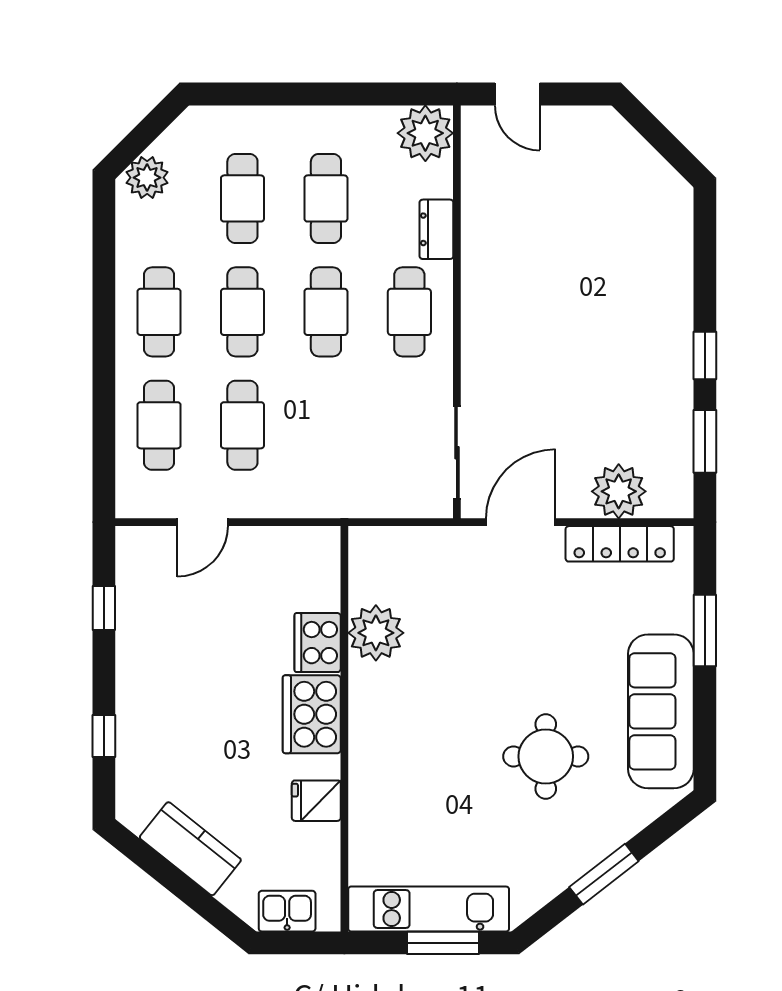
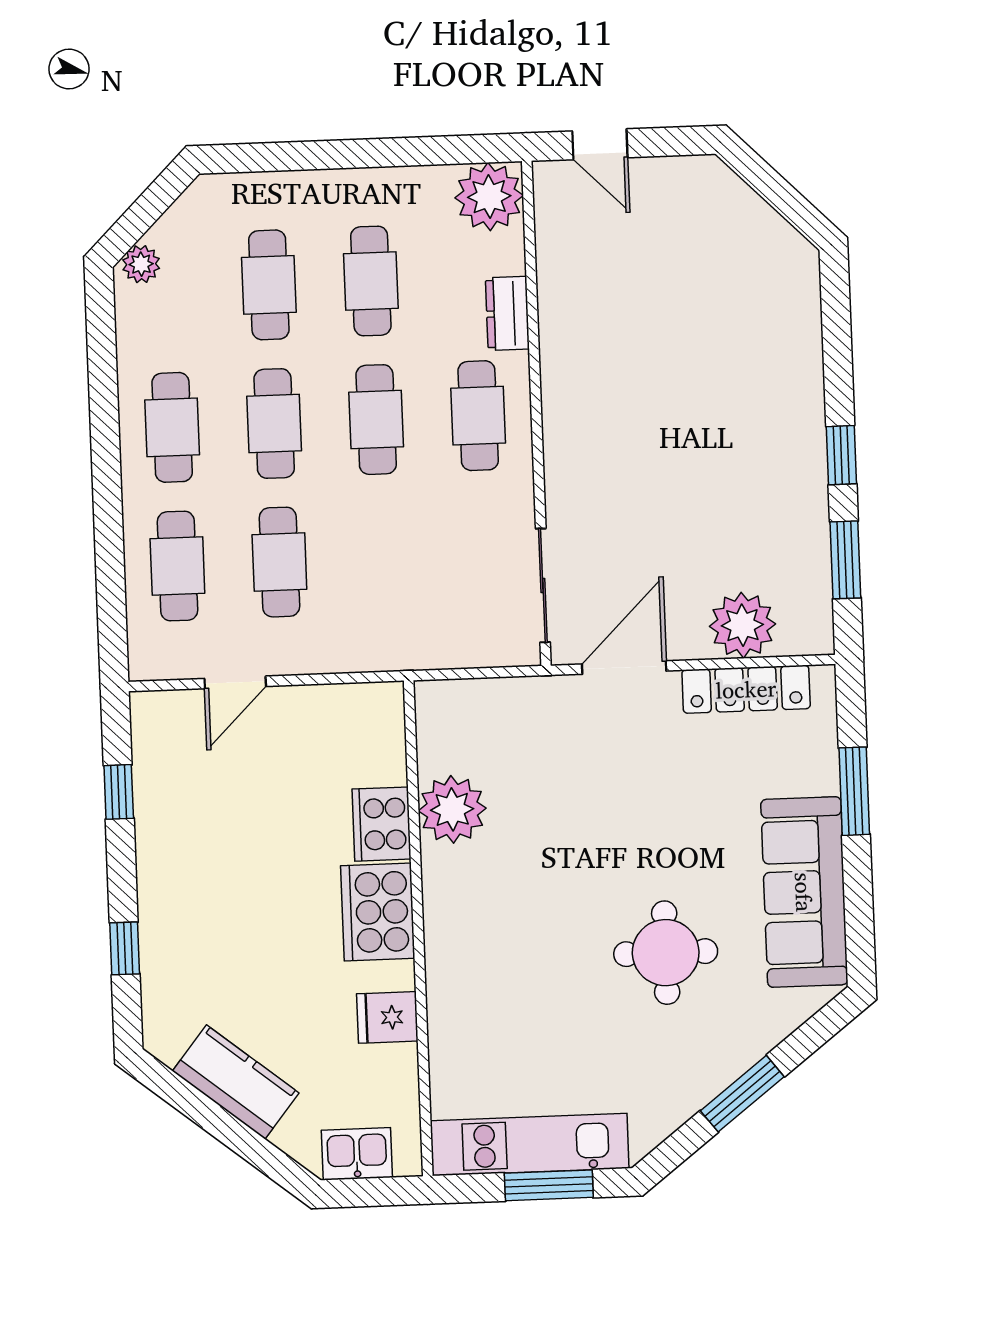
plant: (147, 178) -> (141, 264), width x0.73, depth x0.73

